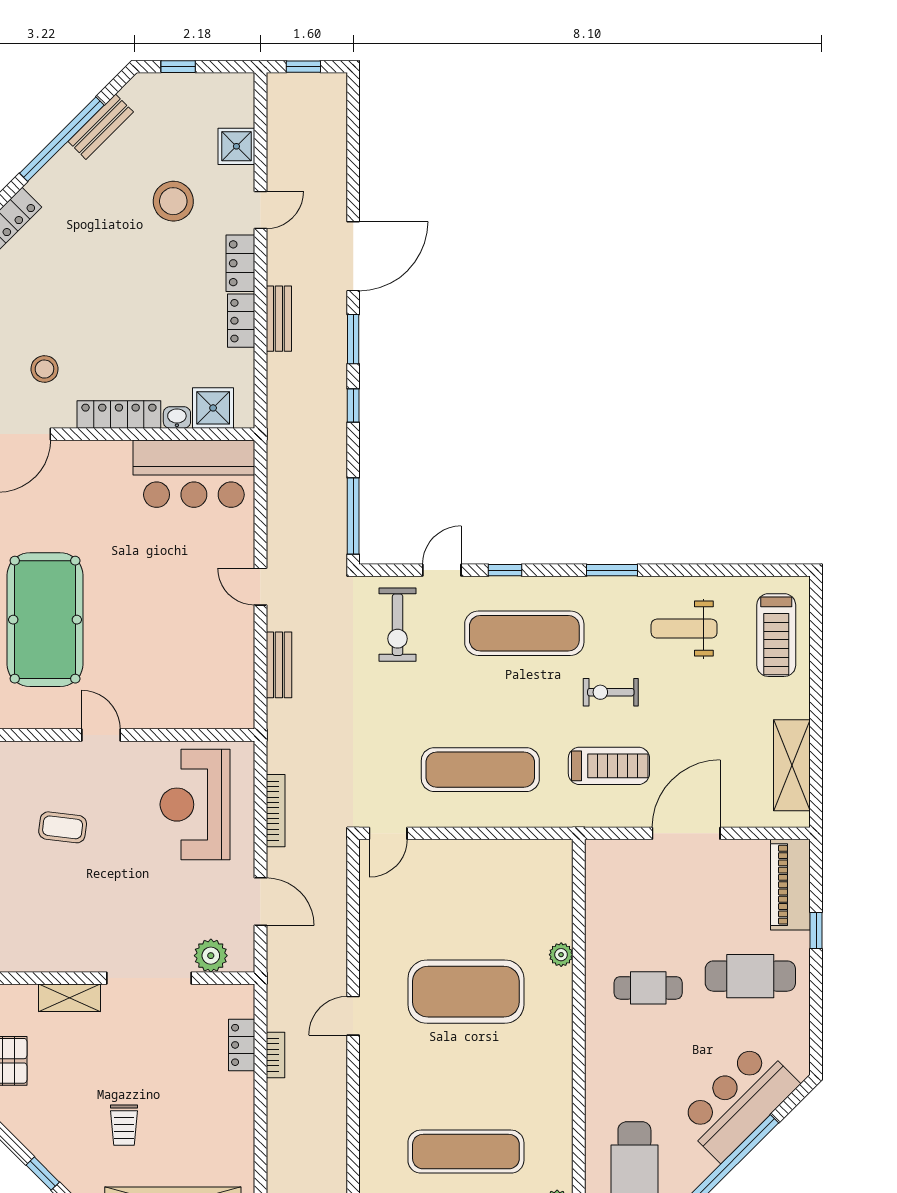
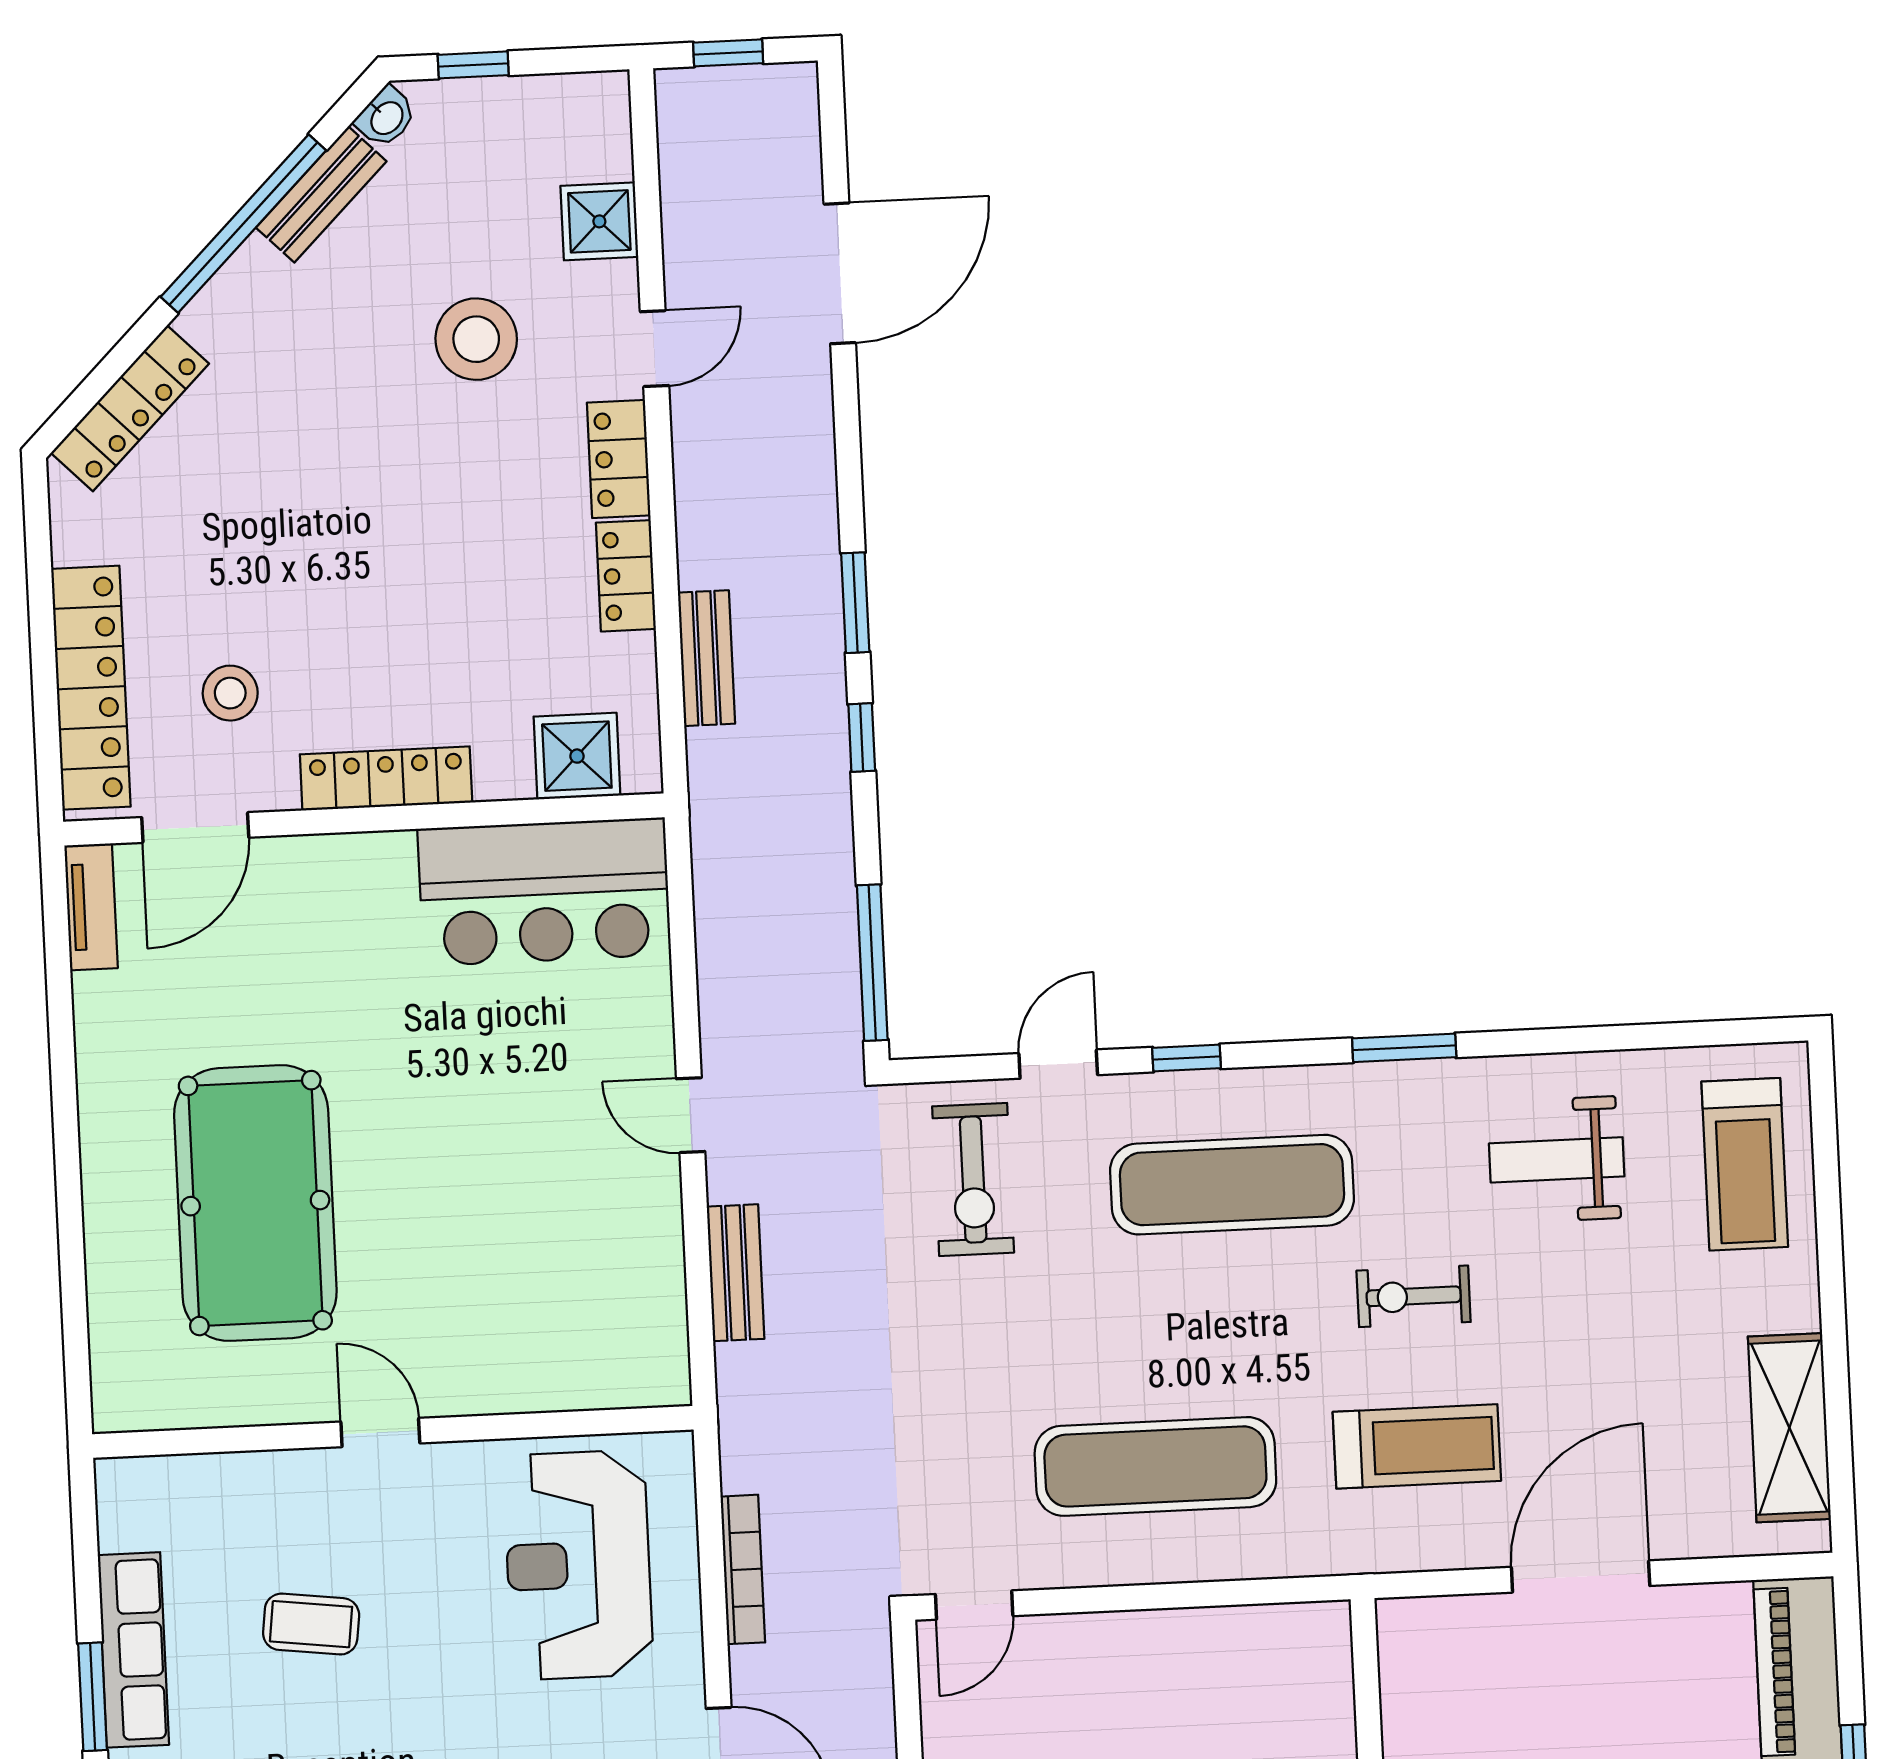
door: (353, 256) -> (840, 273), moved
bench: (279, 319) -> (706, 658), moved
washbasin: (177, 417) -> (386, 117), moved, turned 135

